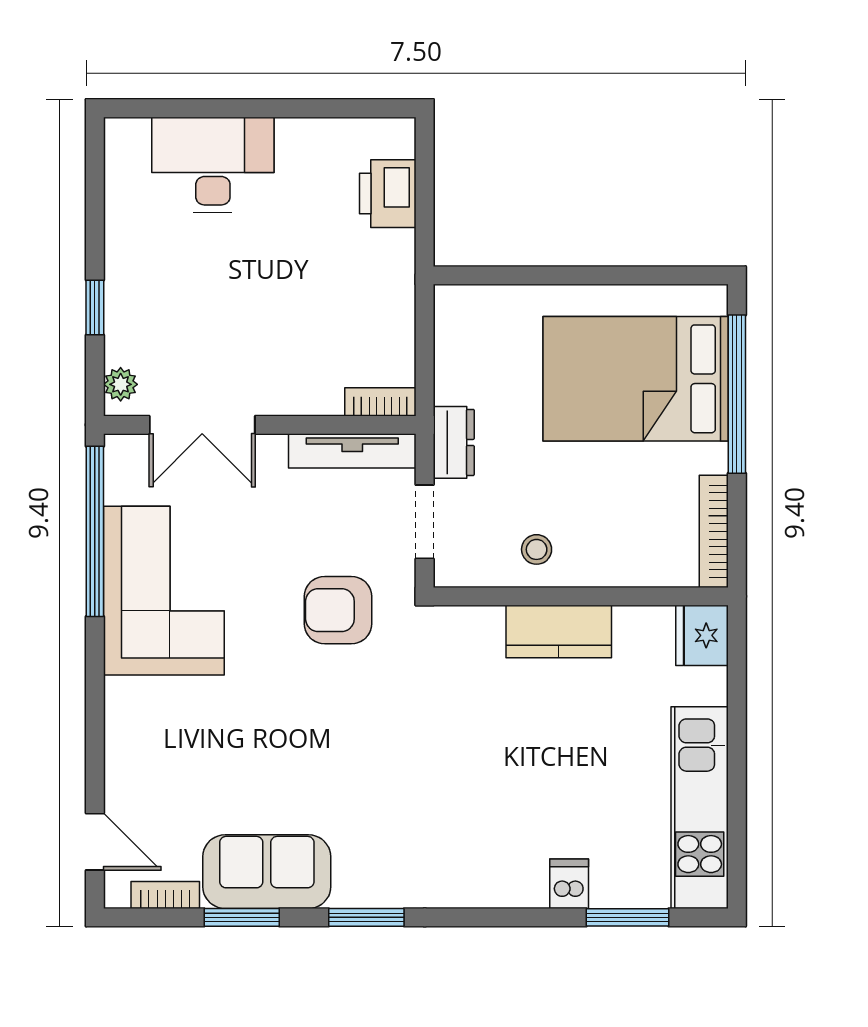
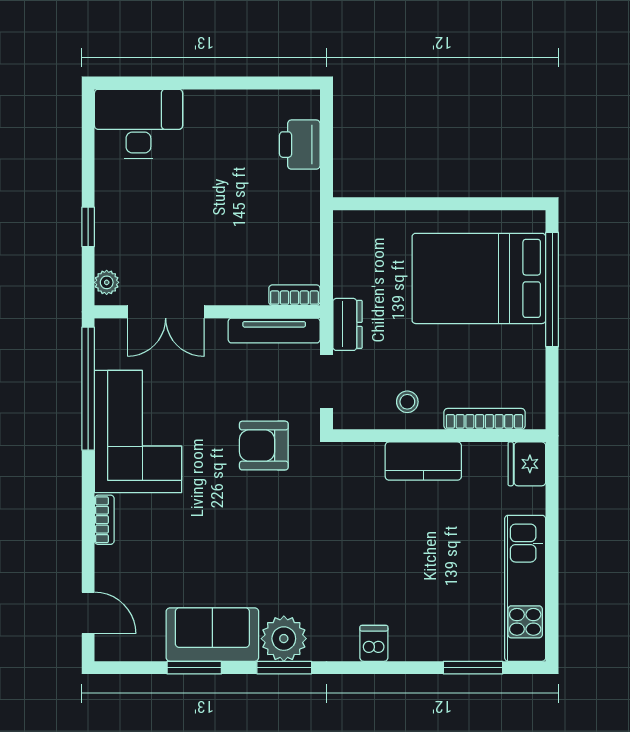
desk: (213, 165) -> (138, 124), moved
bookcase: (714, 531) -> (484, 419), moved, turned 90
plant: (366, 877) -> (284, 639), added
dishwasher: (569, 884) -> (374, 643), moved
bookcase: (165, 895) -> (104, 520), moved, turned 90

